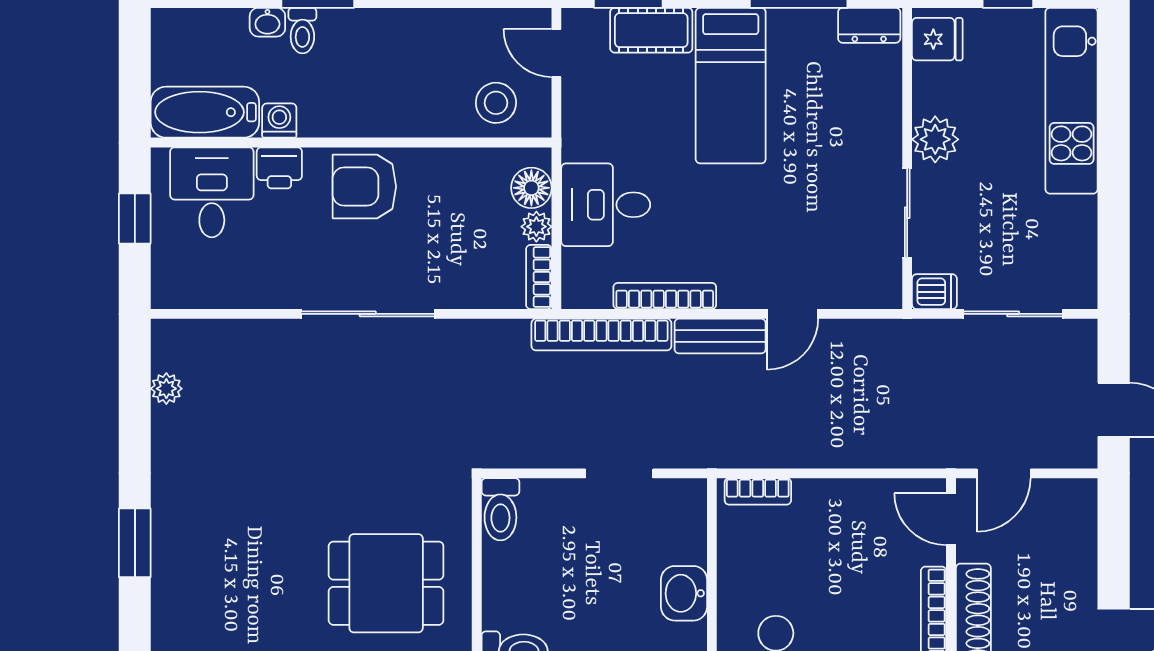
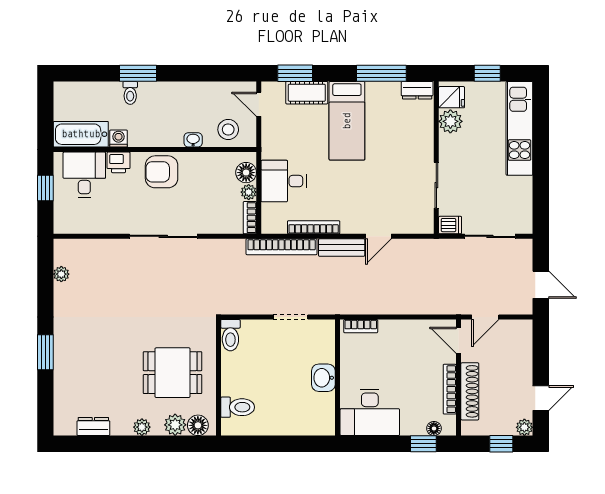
washbasin: (267, 22) -> (193, 140), moved, turned 180
plant: (935, 139) -> (450, 121), moved

